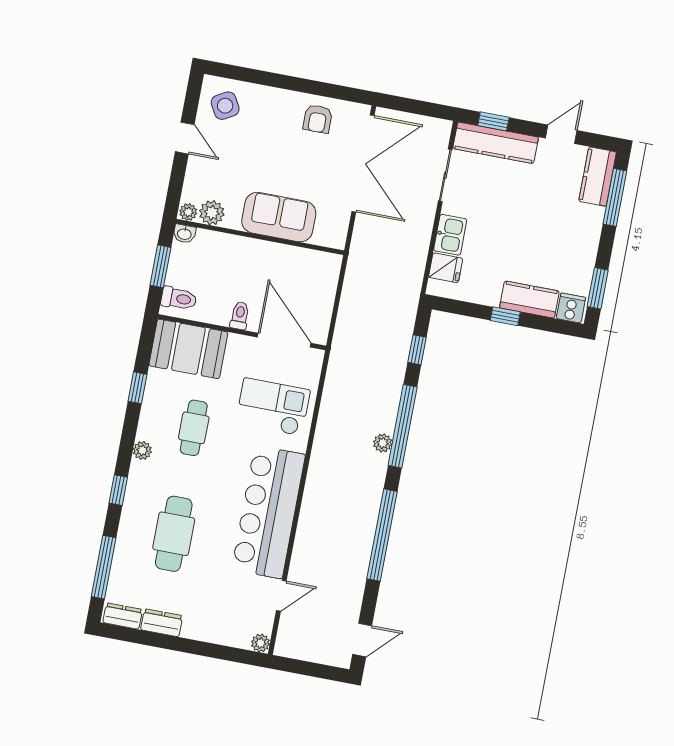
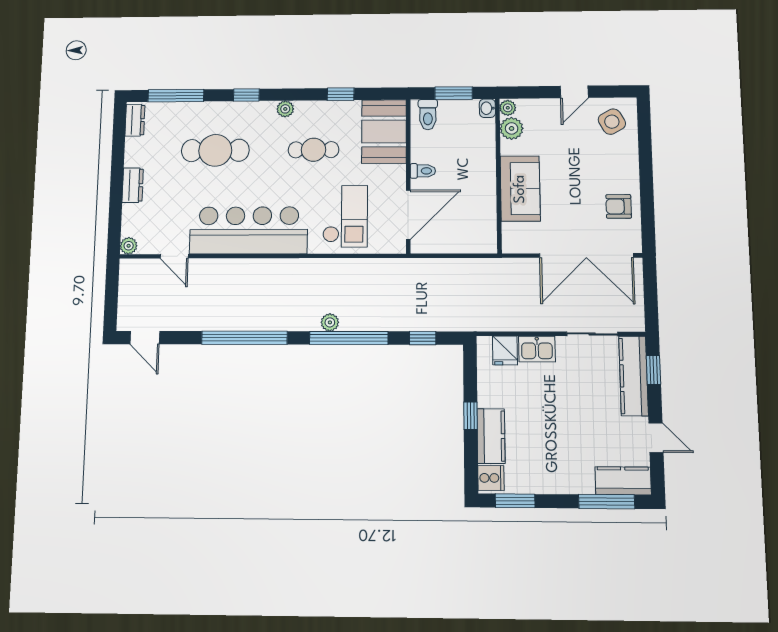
dresser: (162, 623) -> (133, 185), moved

